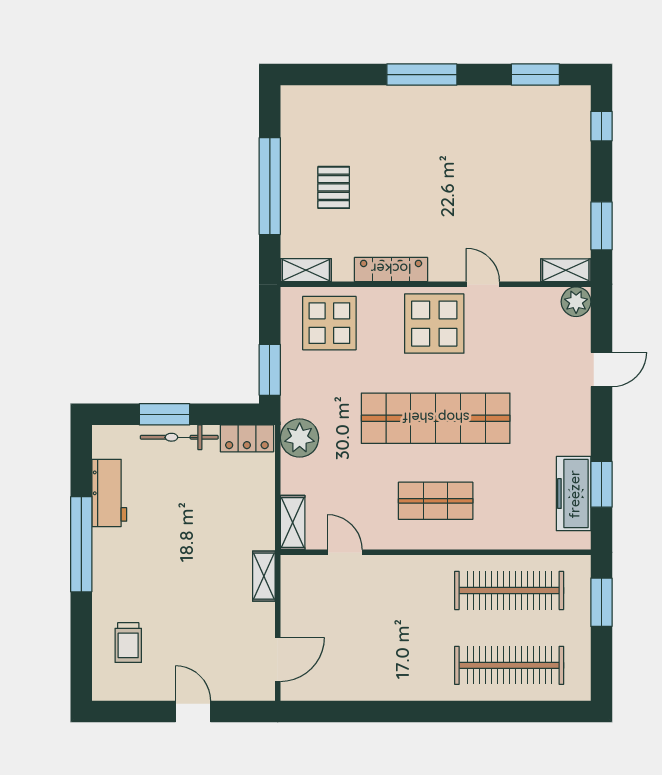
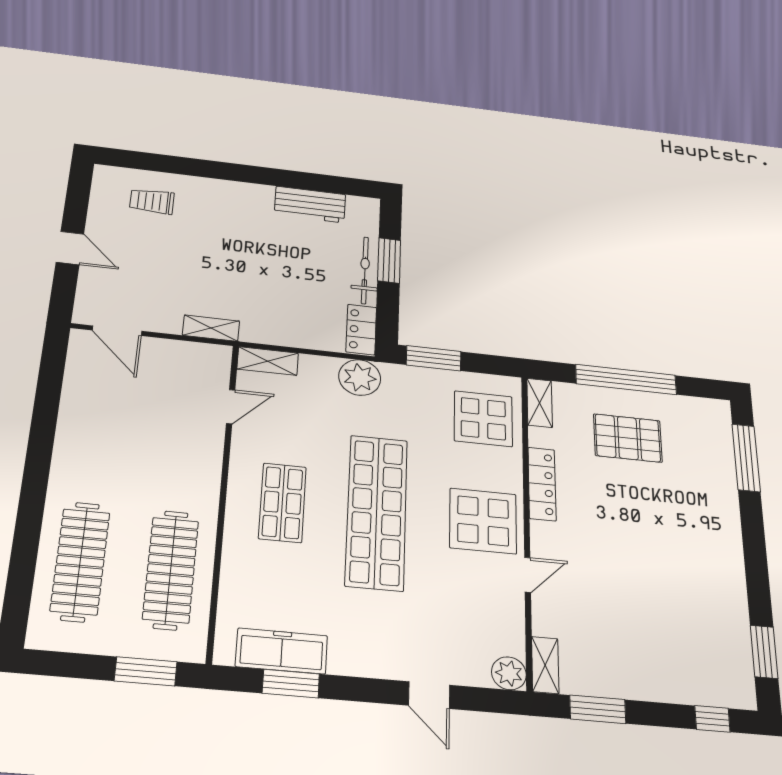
window: (422, 75) -> (746, 458), moved
pallet: (334, 187) -> (628, 438), width x1.50, depth x1.42
window: (81, 544) -> (259, 175), removed
door: (193, 712) -> (70, 248), hinge flipped

